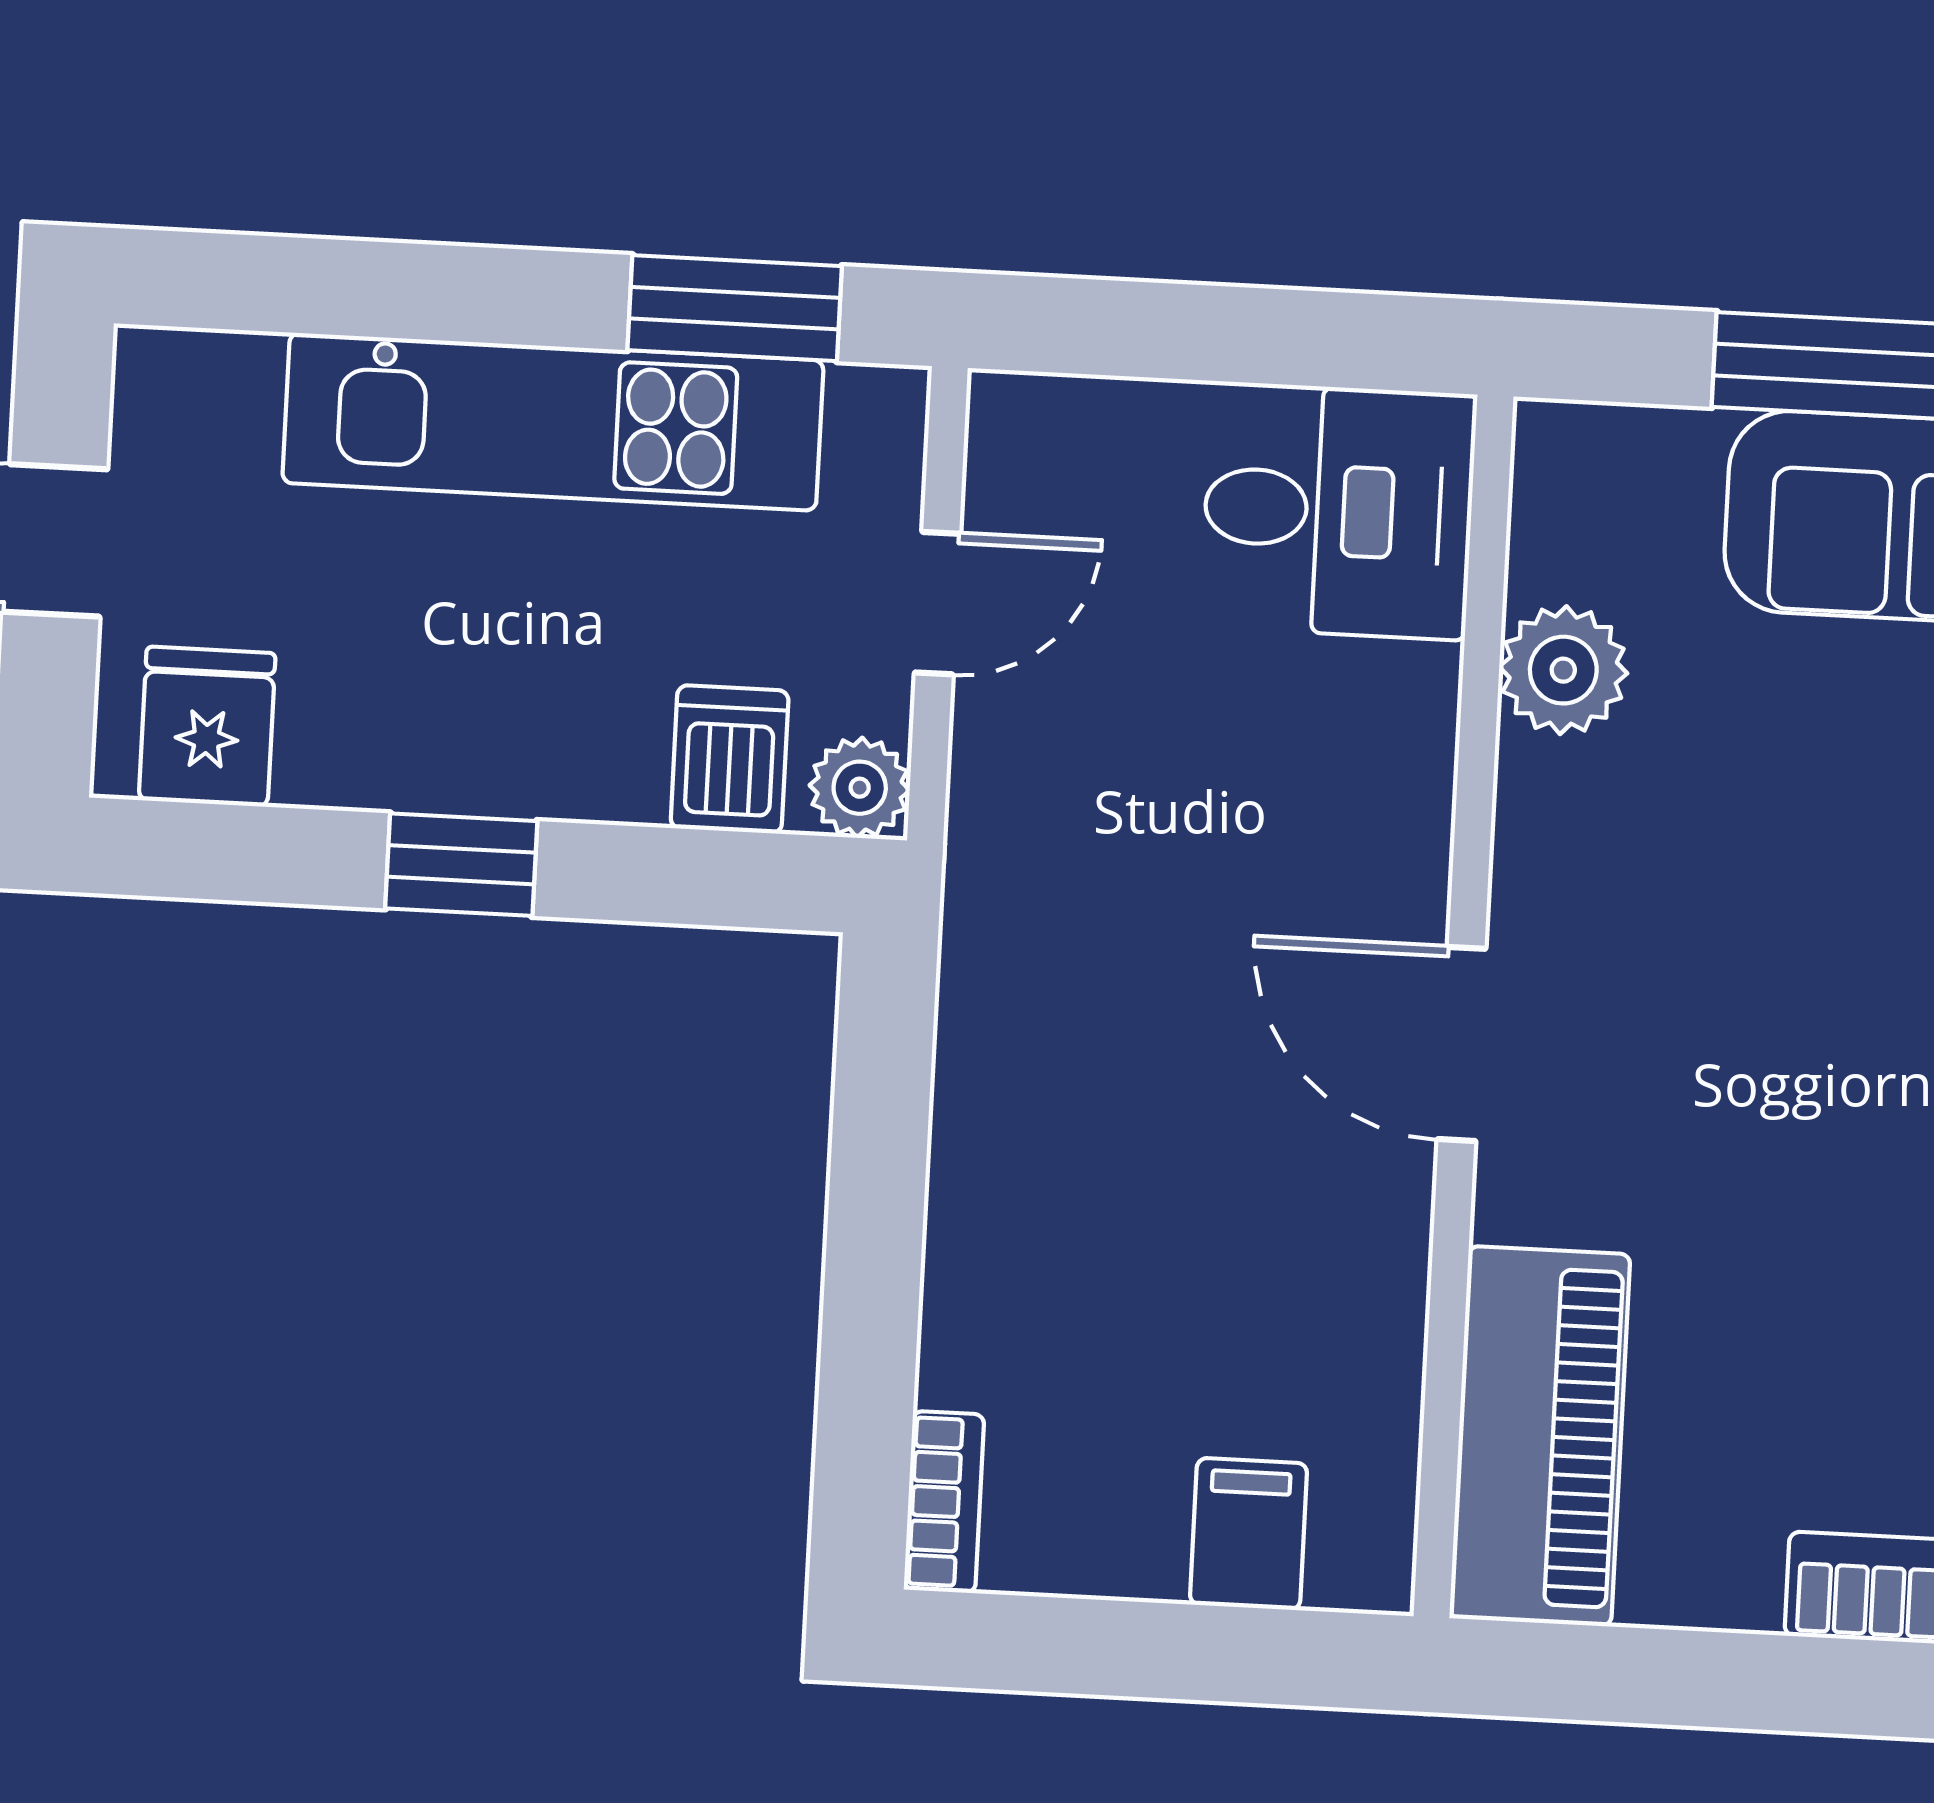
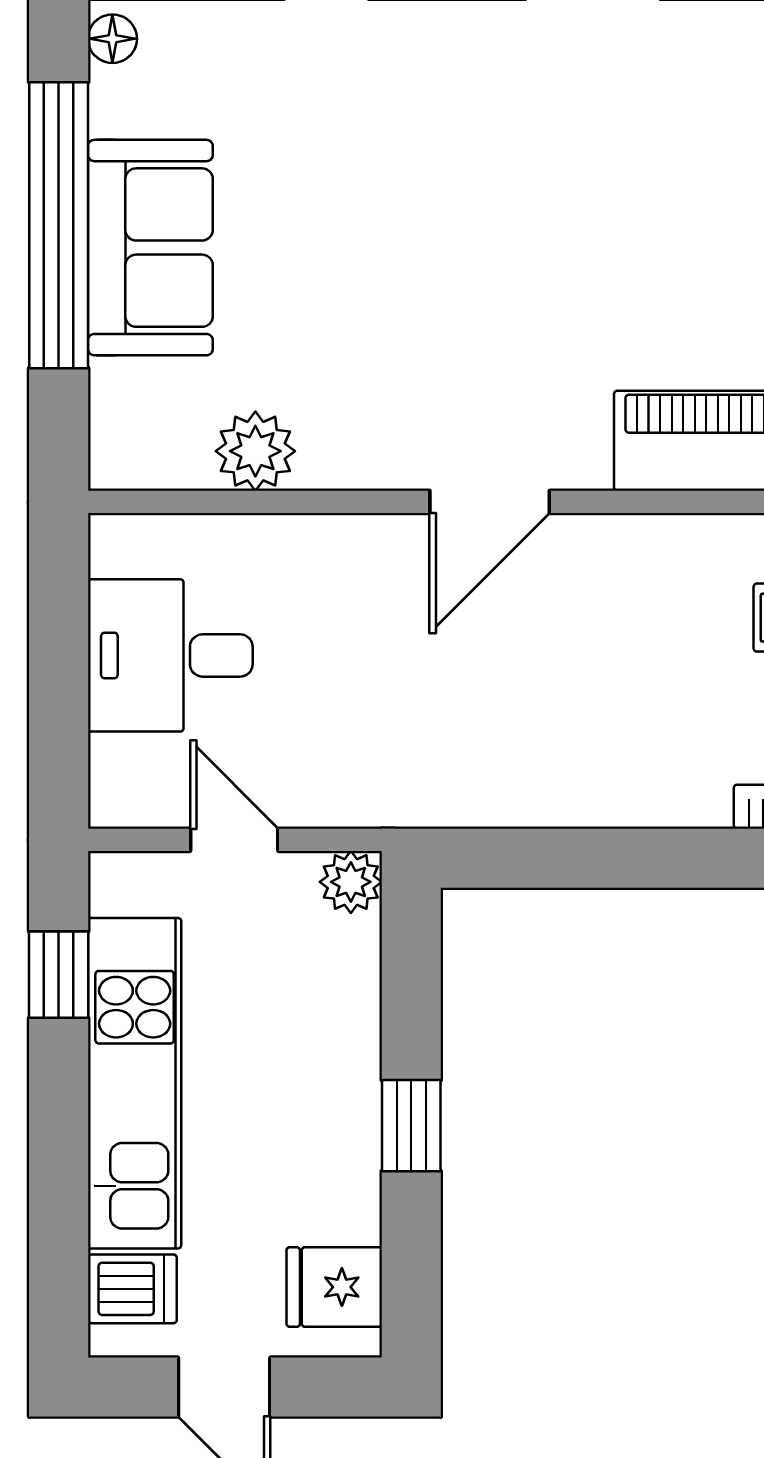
window: (735, 308) -> (59, 975), width x0.67
desk: (1338, 511) -> (170, 655), moved, turned -90
dishwasher: (730, 759) -> (132, 1289), moved, turned 180

